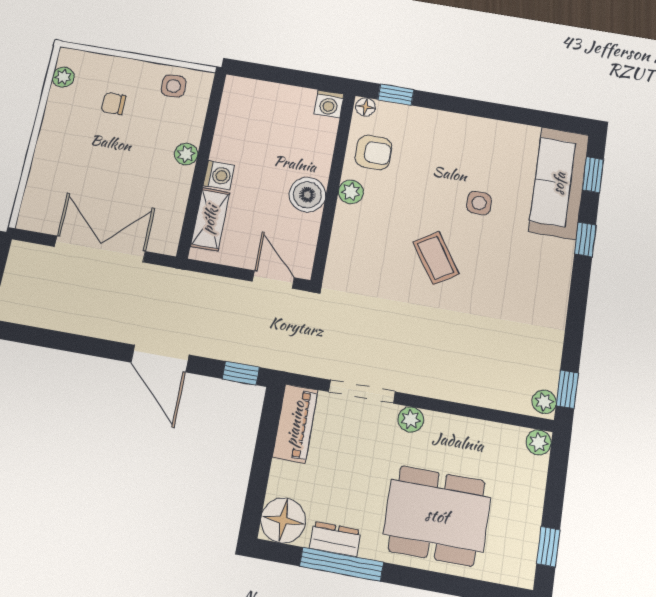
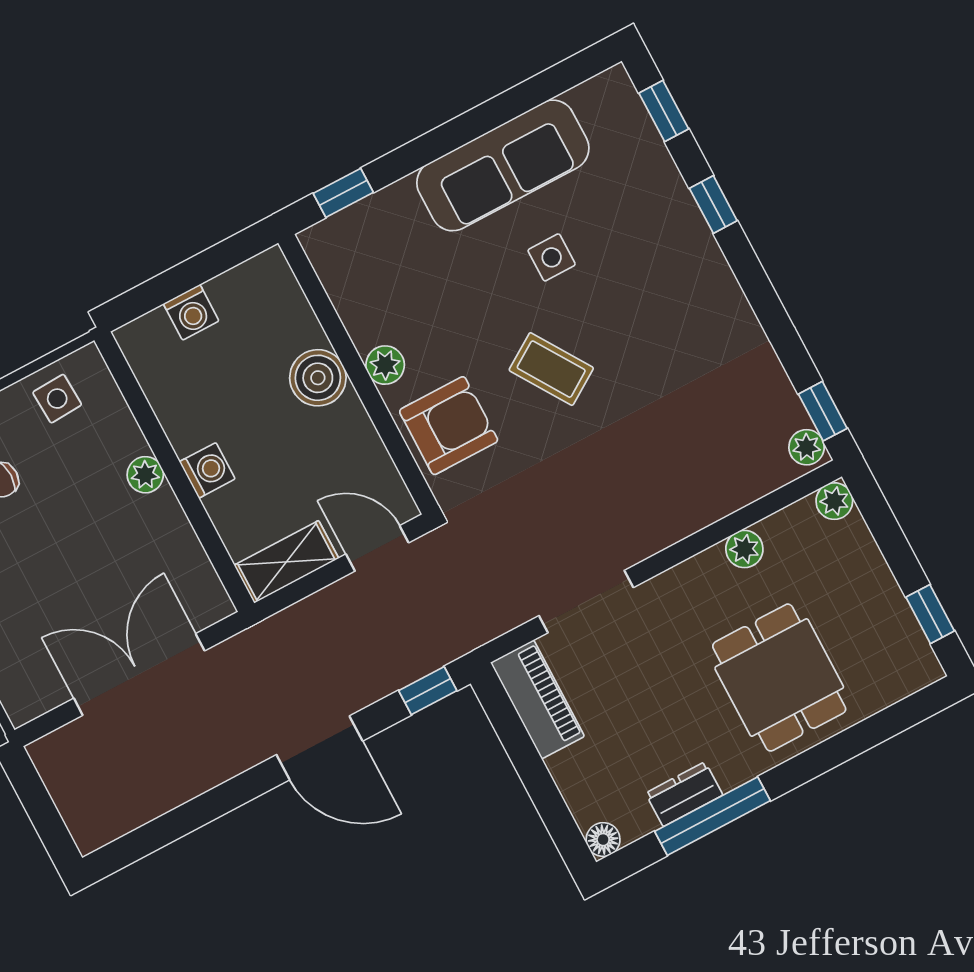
washing machine: (329, 104) -> (191, 312), moved
floor lamp: (366, 107) -> (318, 239), removed
armchair: (373, 152) -> (449, 426), moved, width x1.38, depth x1.38
sofa: (559, 183) -> (503, 165), moved, turned -90
boiler: (307, 195) -> (318, 378), moved
shelving: (210, 219) -> (286, 562), moved, turned 90
plant: (411, 419) -> (744, 549), moved
dining table: (437, 516) -> (779, 678), width x0.73
floor lamp: (283, 520) -> (603, 840), width x0.53, depth x0.53

